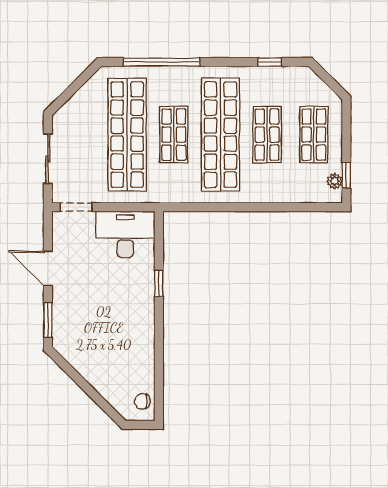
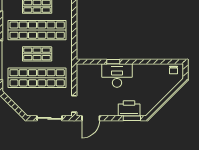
desk: (125, 234) -> (117, 75), moved, turned 90
door: (48, 268) -> (91, 118), moved
printer: (67, 314) -> (129, 108), added

